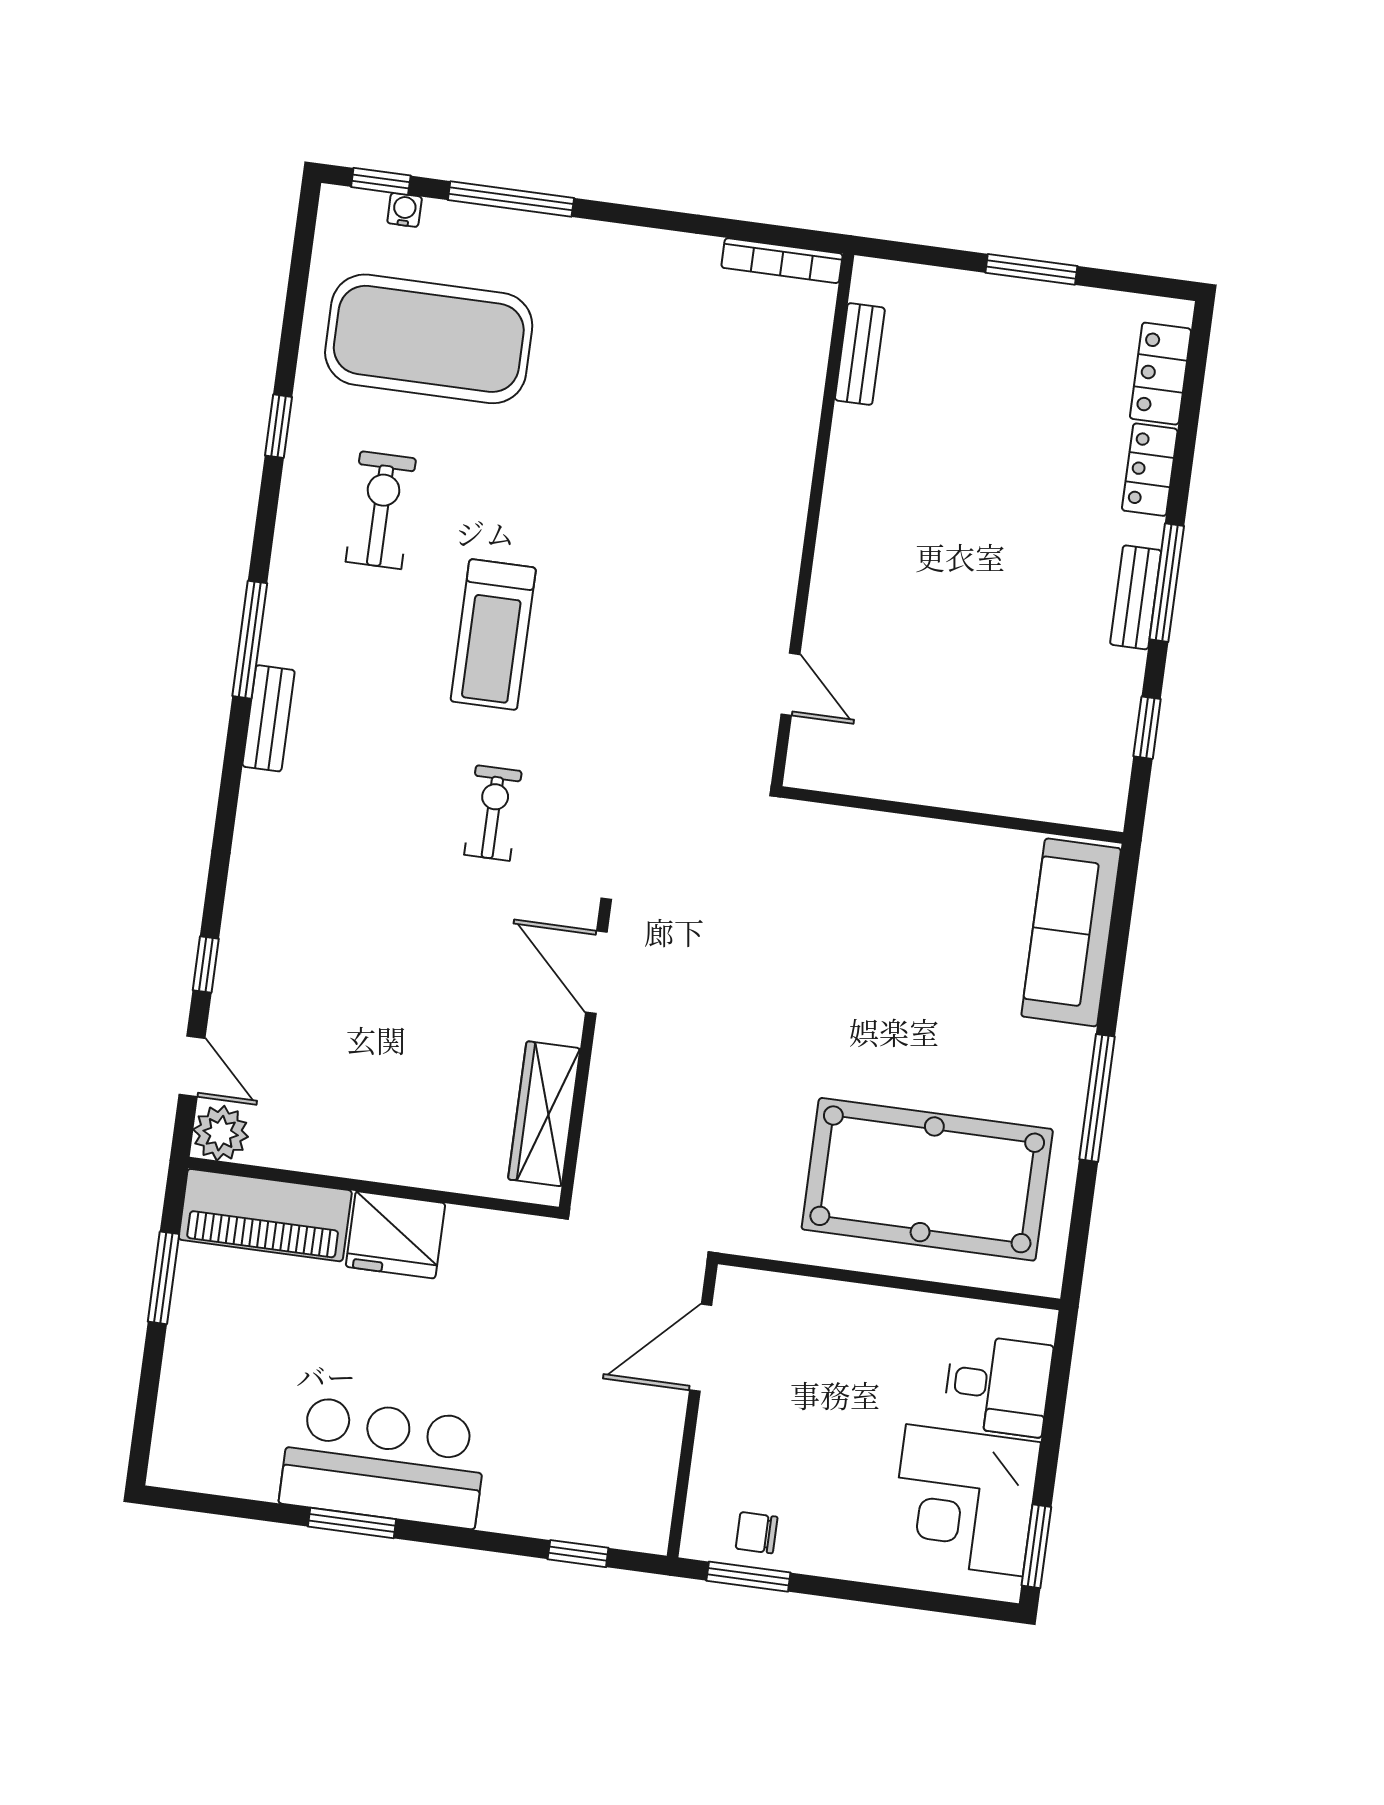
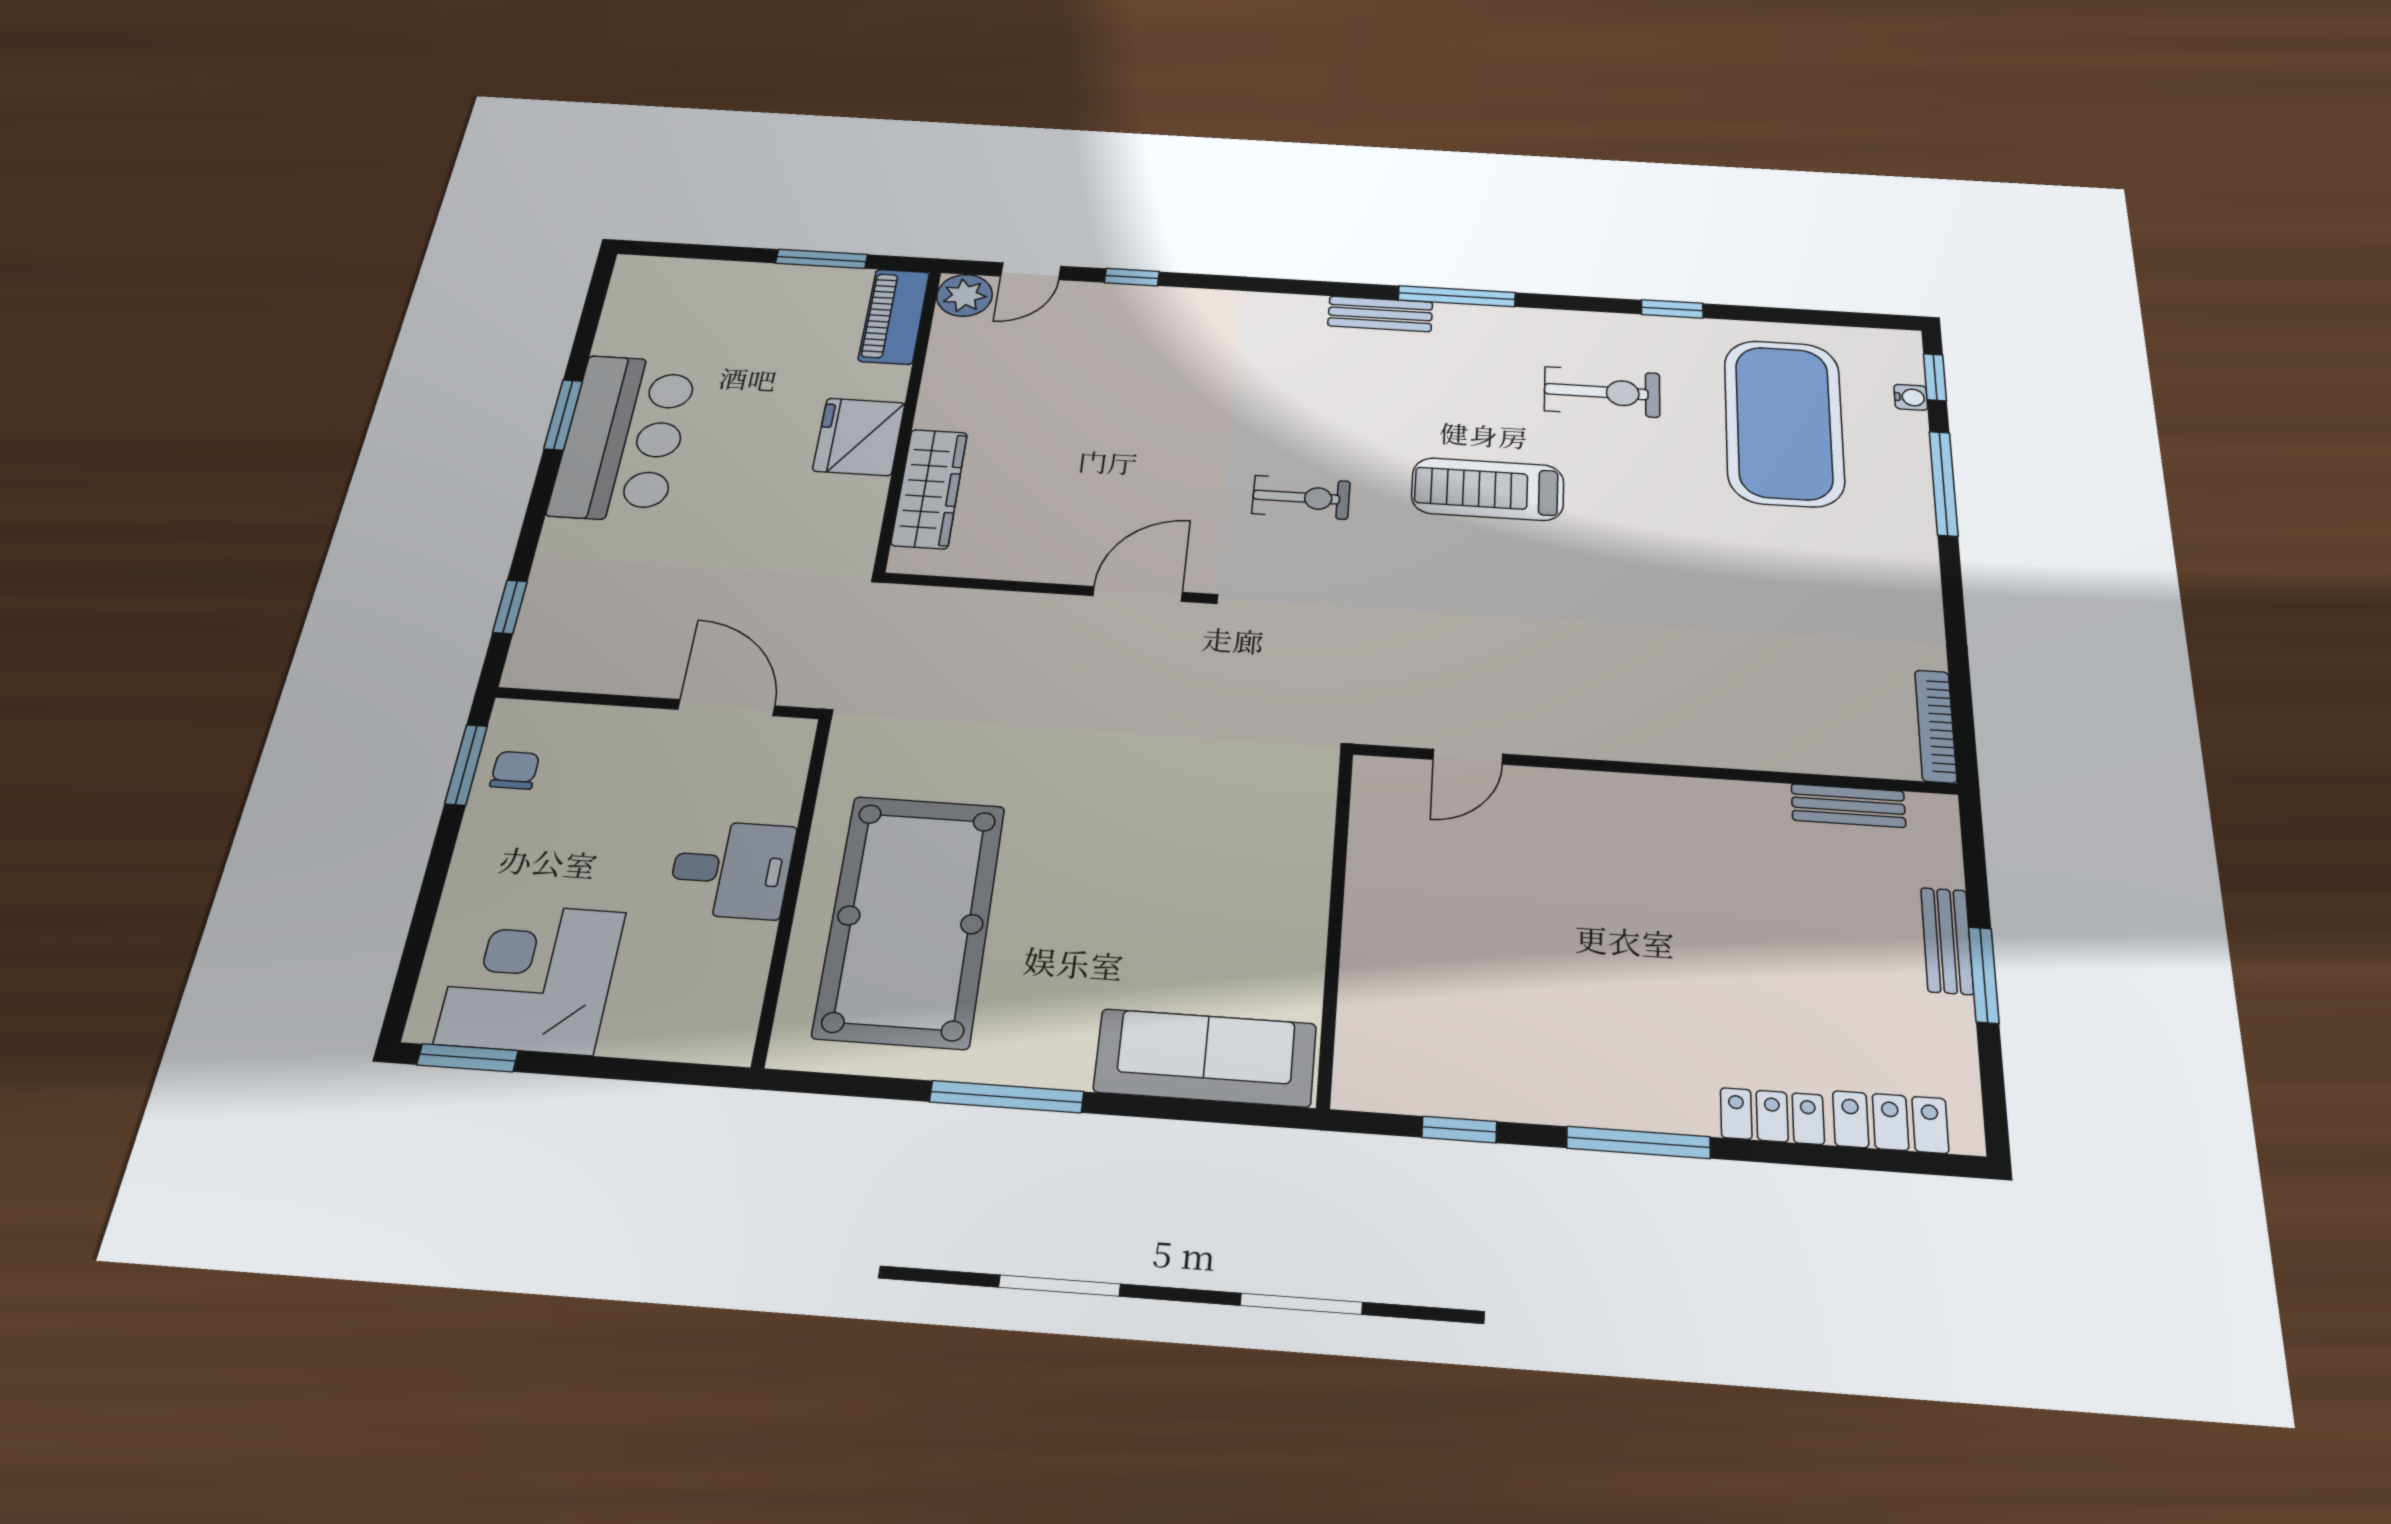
bench: (1136, 597) -> (1947, 941), moved, turned 90
wardrobe: (544, 1114) -> (929, 489), moved, turned 90
piano: (265, 1215) -> (894, 316), width x0.73, depth x0.75
desk: (998, 1385) -> (731, 869), moved, turned -90

